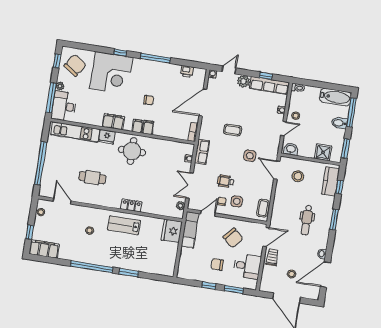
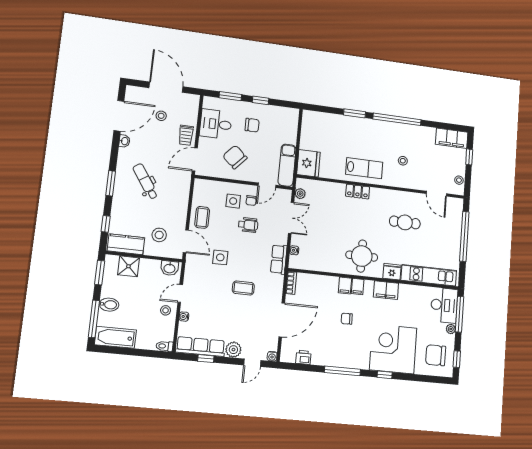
chair: (75, 65) -> (436, 355), turned 56
kitchen counter: (331, 181) -> (126, 244), moved, turned -90
coffee table: (263, 208) -> (202, 217), moved
dental chair: (307, 220) -> (145, 181), turned -34

